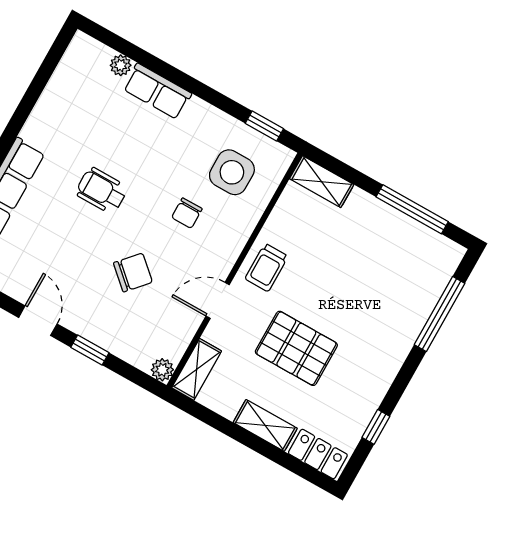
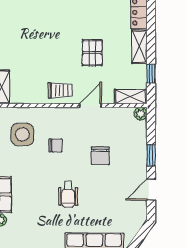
chair: (133, 273) -> (100, 156), turned -132
door: (218, 300) -> (90, 106), swing flipped
pallet: (296, 348) -> (92, 53), width x0.67, depth x0.71
window: (214, 420) -> (151, 74), added

